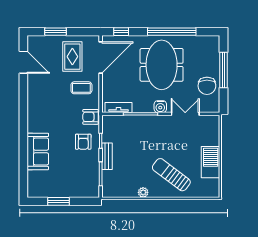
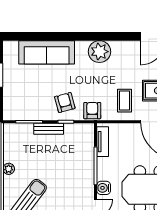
plant: (37, 110) -> (99, 52), added
armchair: (83, 142) -> (65, 102), turned 75
sofa: (38, 151) -> (47, 52), width x1.36

